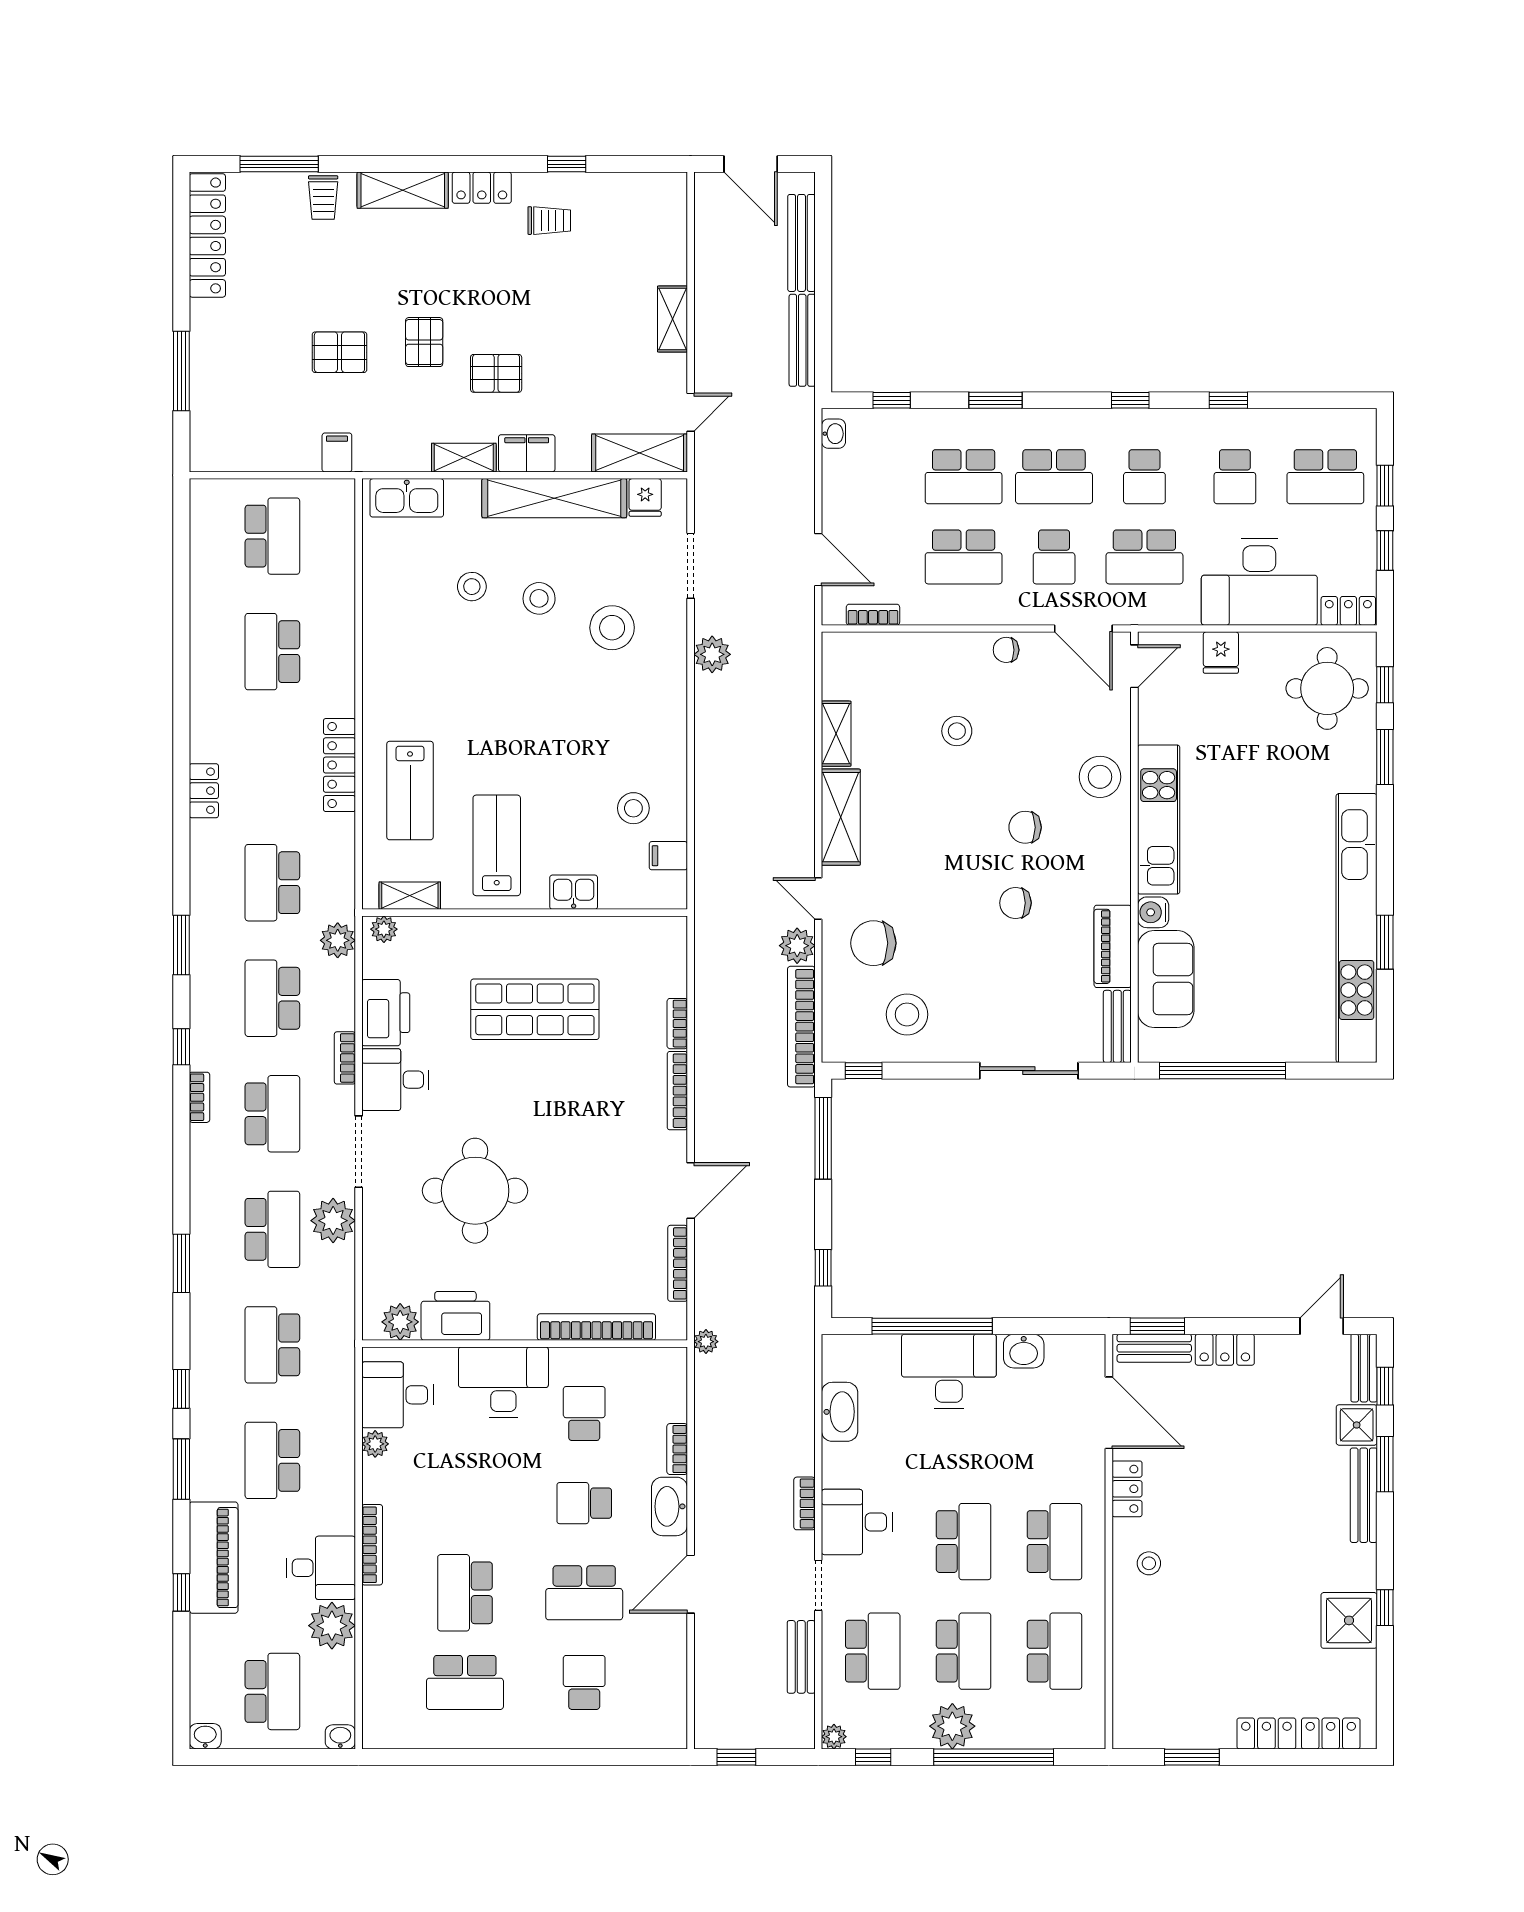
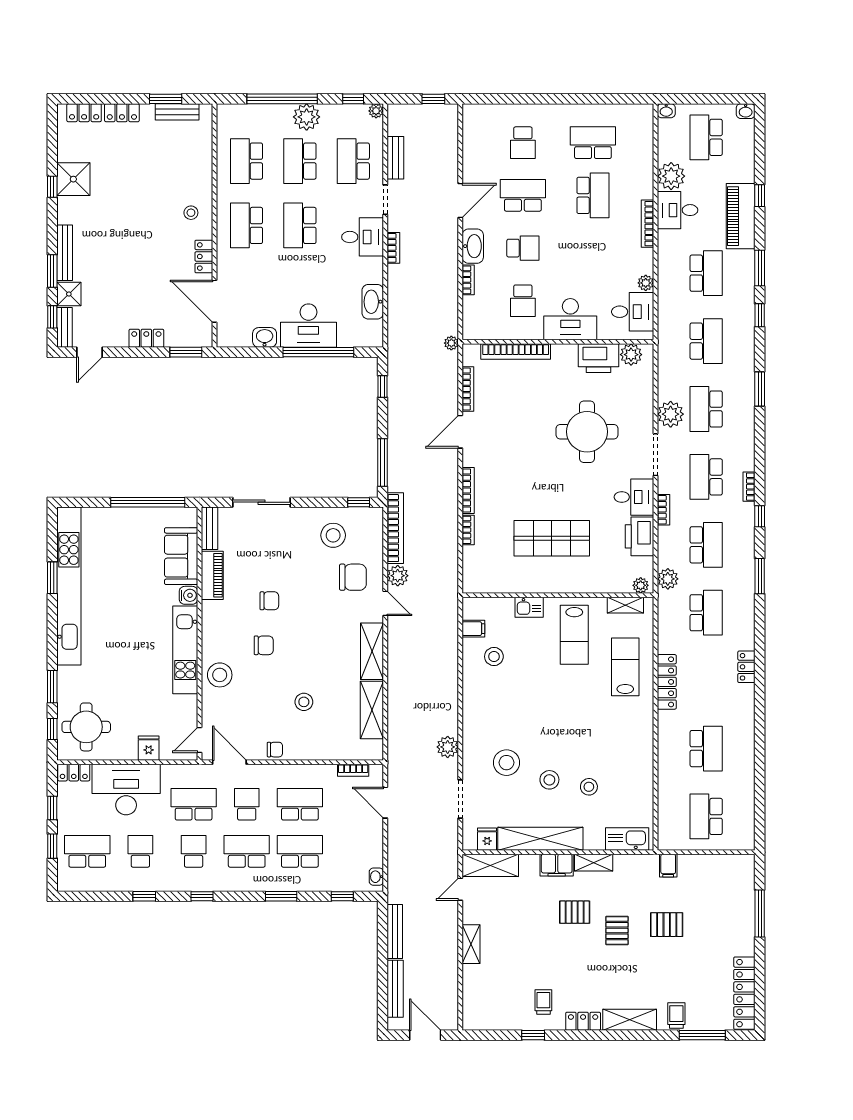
trolley: (549, 221) -> (543, 1002), turned 90
shelving: (836, 734) -> (372, 710), width x1.50, depth x1.33
bench: (1154, 1348) -> (177, 112), moved

